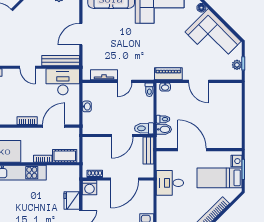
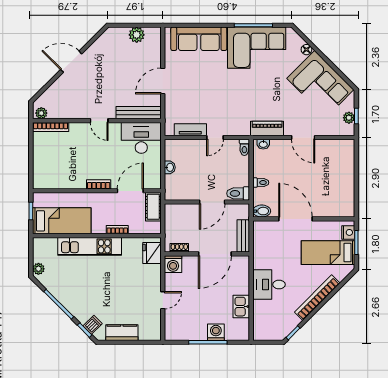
bidet: (164, 129) -> (262, 211), moved
bench: (148, 151) -> (243, 236), moved
cot: (65, 156) -> (153, 207), moved, turned 90
desk: (170, 183) -> (269, 285), moved
fridge: (72, 201) -> (152, 253), moved

